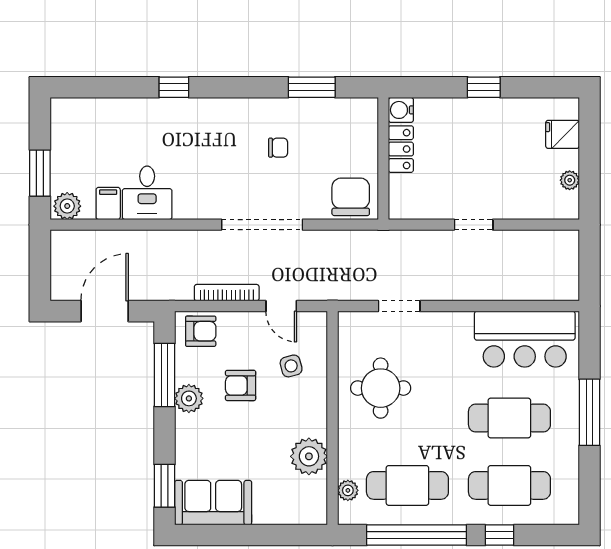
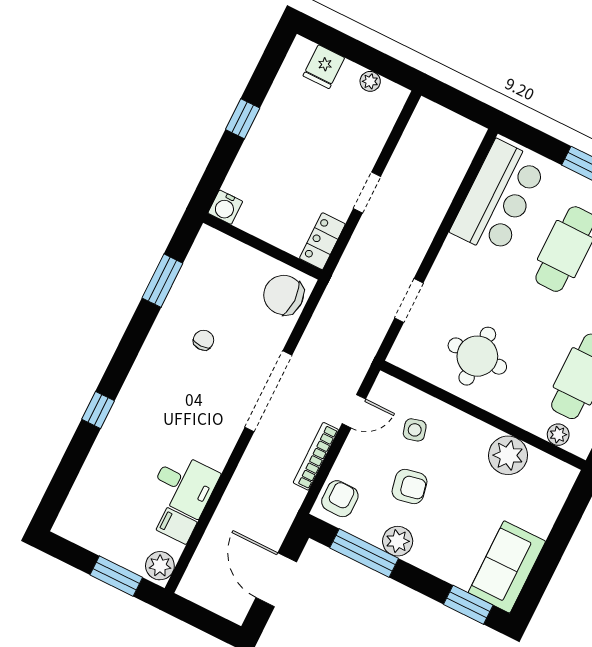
locker: (401, 149) -> (322, 241), moved, turned -90
armchair: (241, 385) -> (410, 487), turned -101

